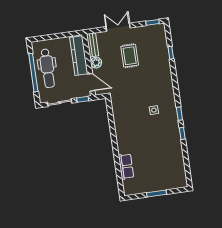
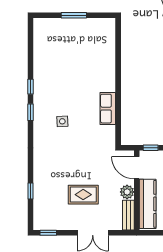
rug: (130, 56) -> (83, 195), turned 90
row of seats: (126, 166) -> (108, 109), moved

